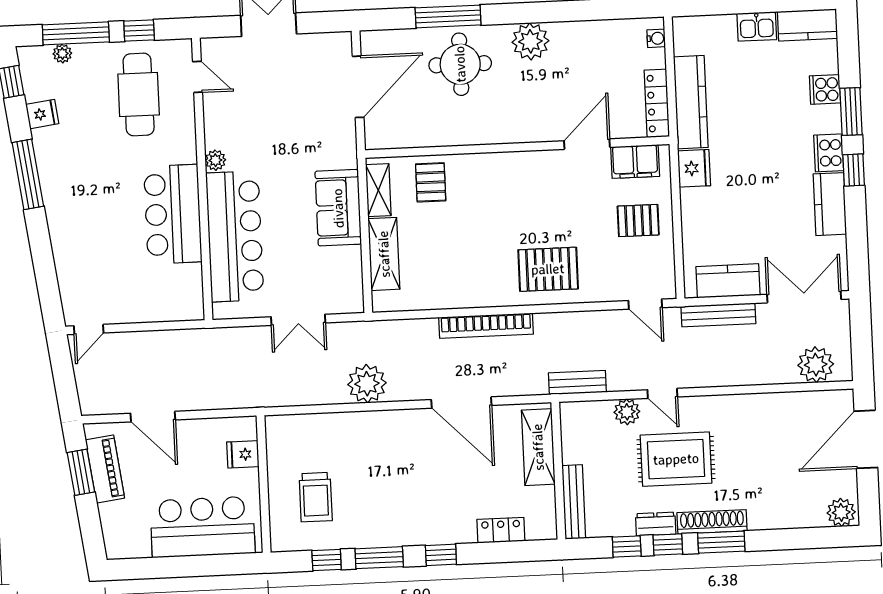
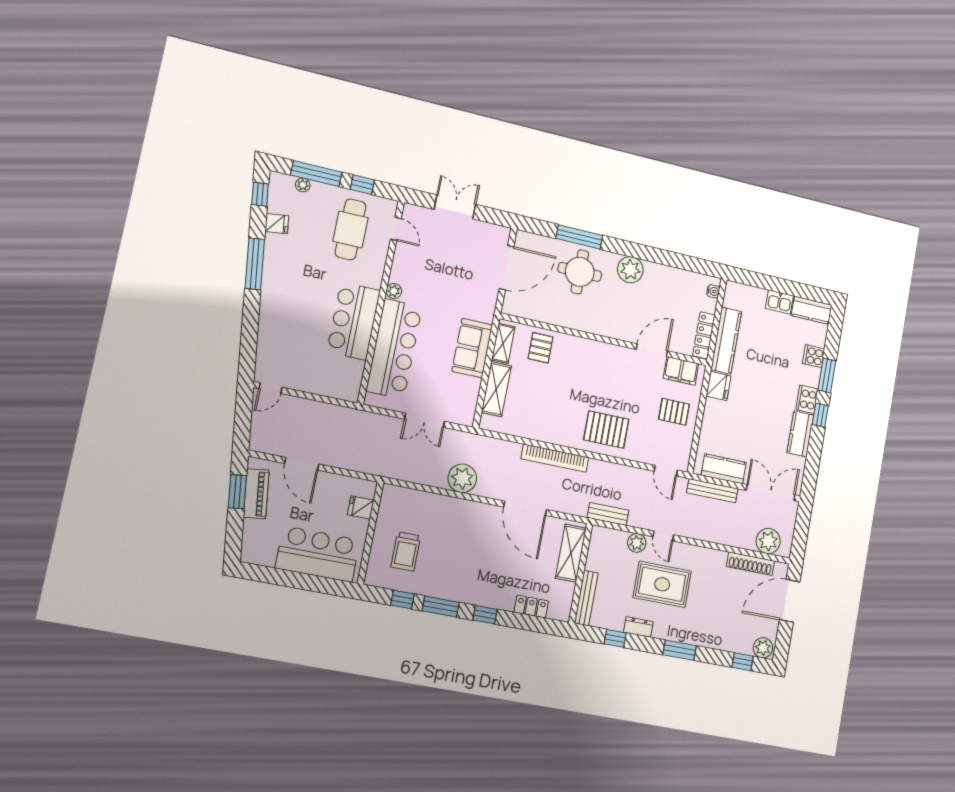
shoe rack: (712, 522) -> (750, 564), moved, turned 180
window: (668, 545) -> (743, 662), moved

